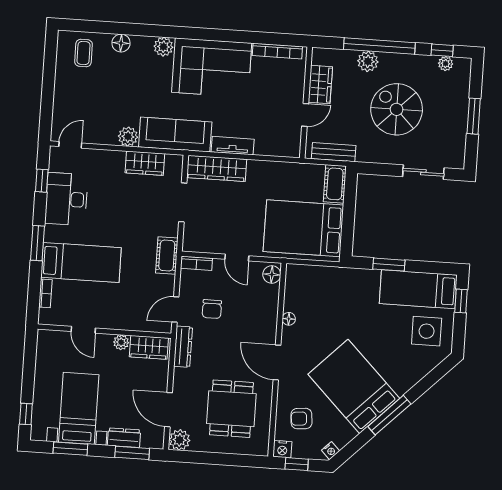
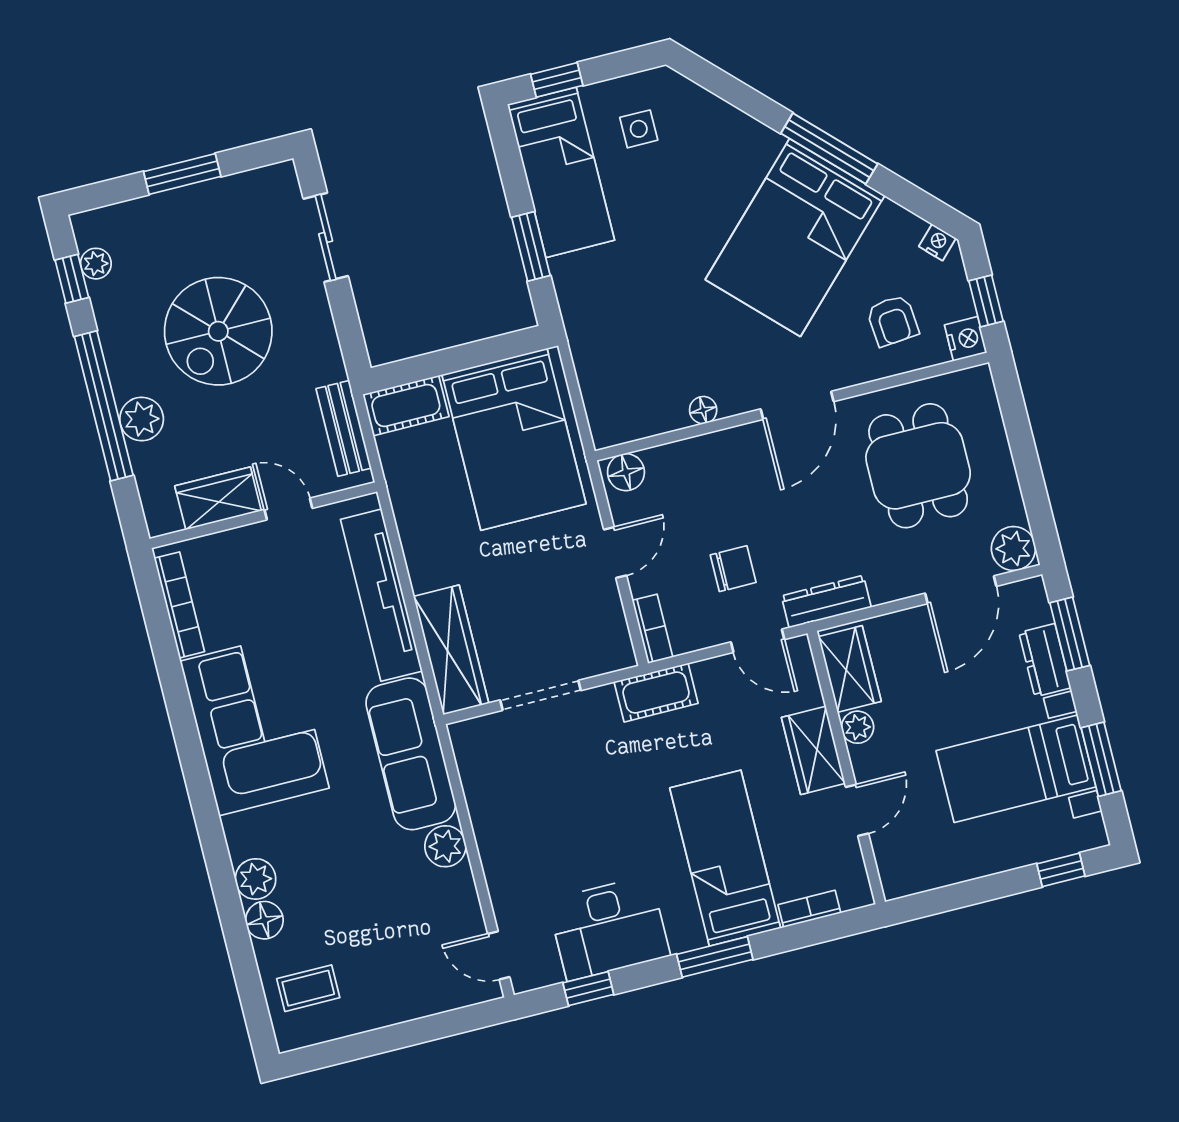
plant: (163, 47) -> (256, 879), moved
tv unit: (233, 146) -> (381, 595), width x1.92, depth x1.29
wardrobe: (145, 163) -> (813, 750), moved, turned 180
side table: (427, 331) -> (639, 129), width x0.54, depth x0.54
dining table: (231, 409) -> (918, 466), turned 90

